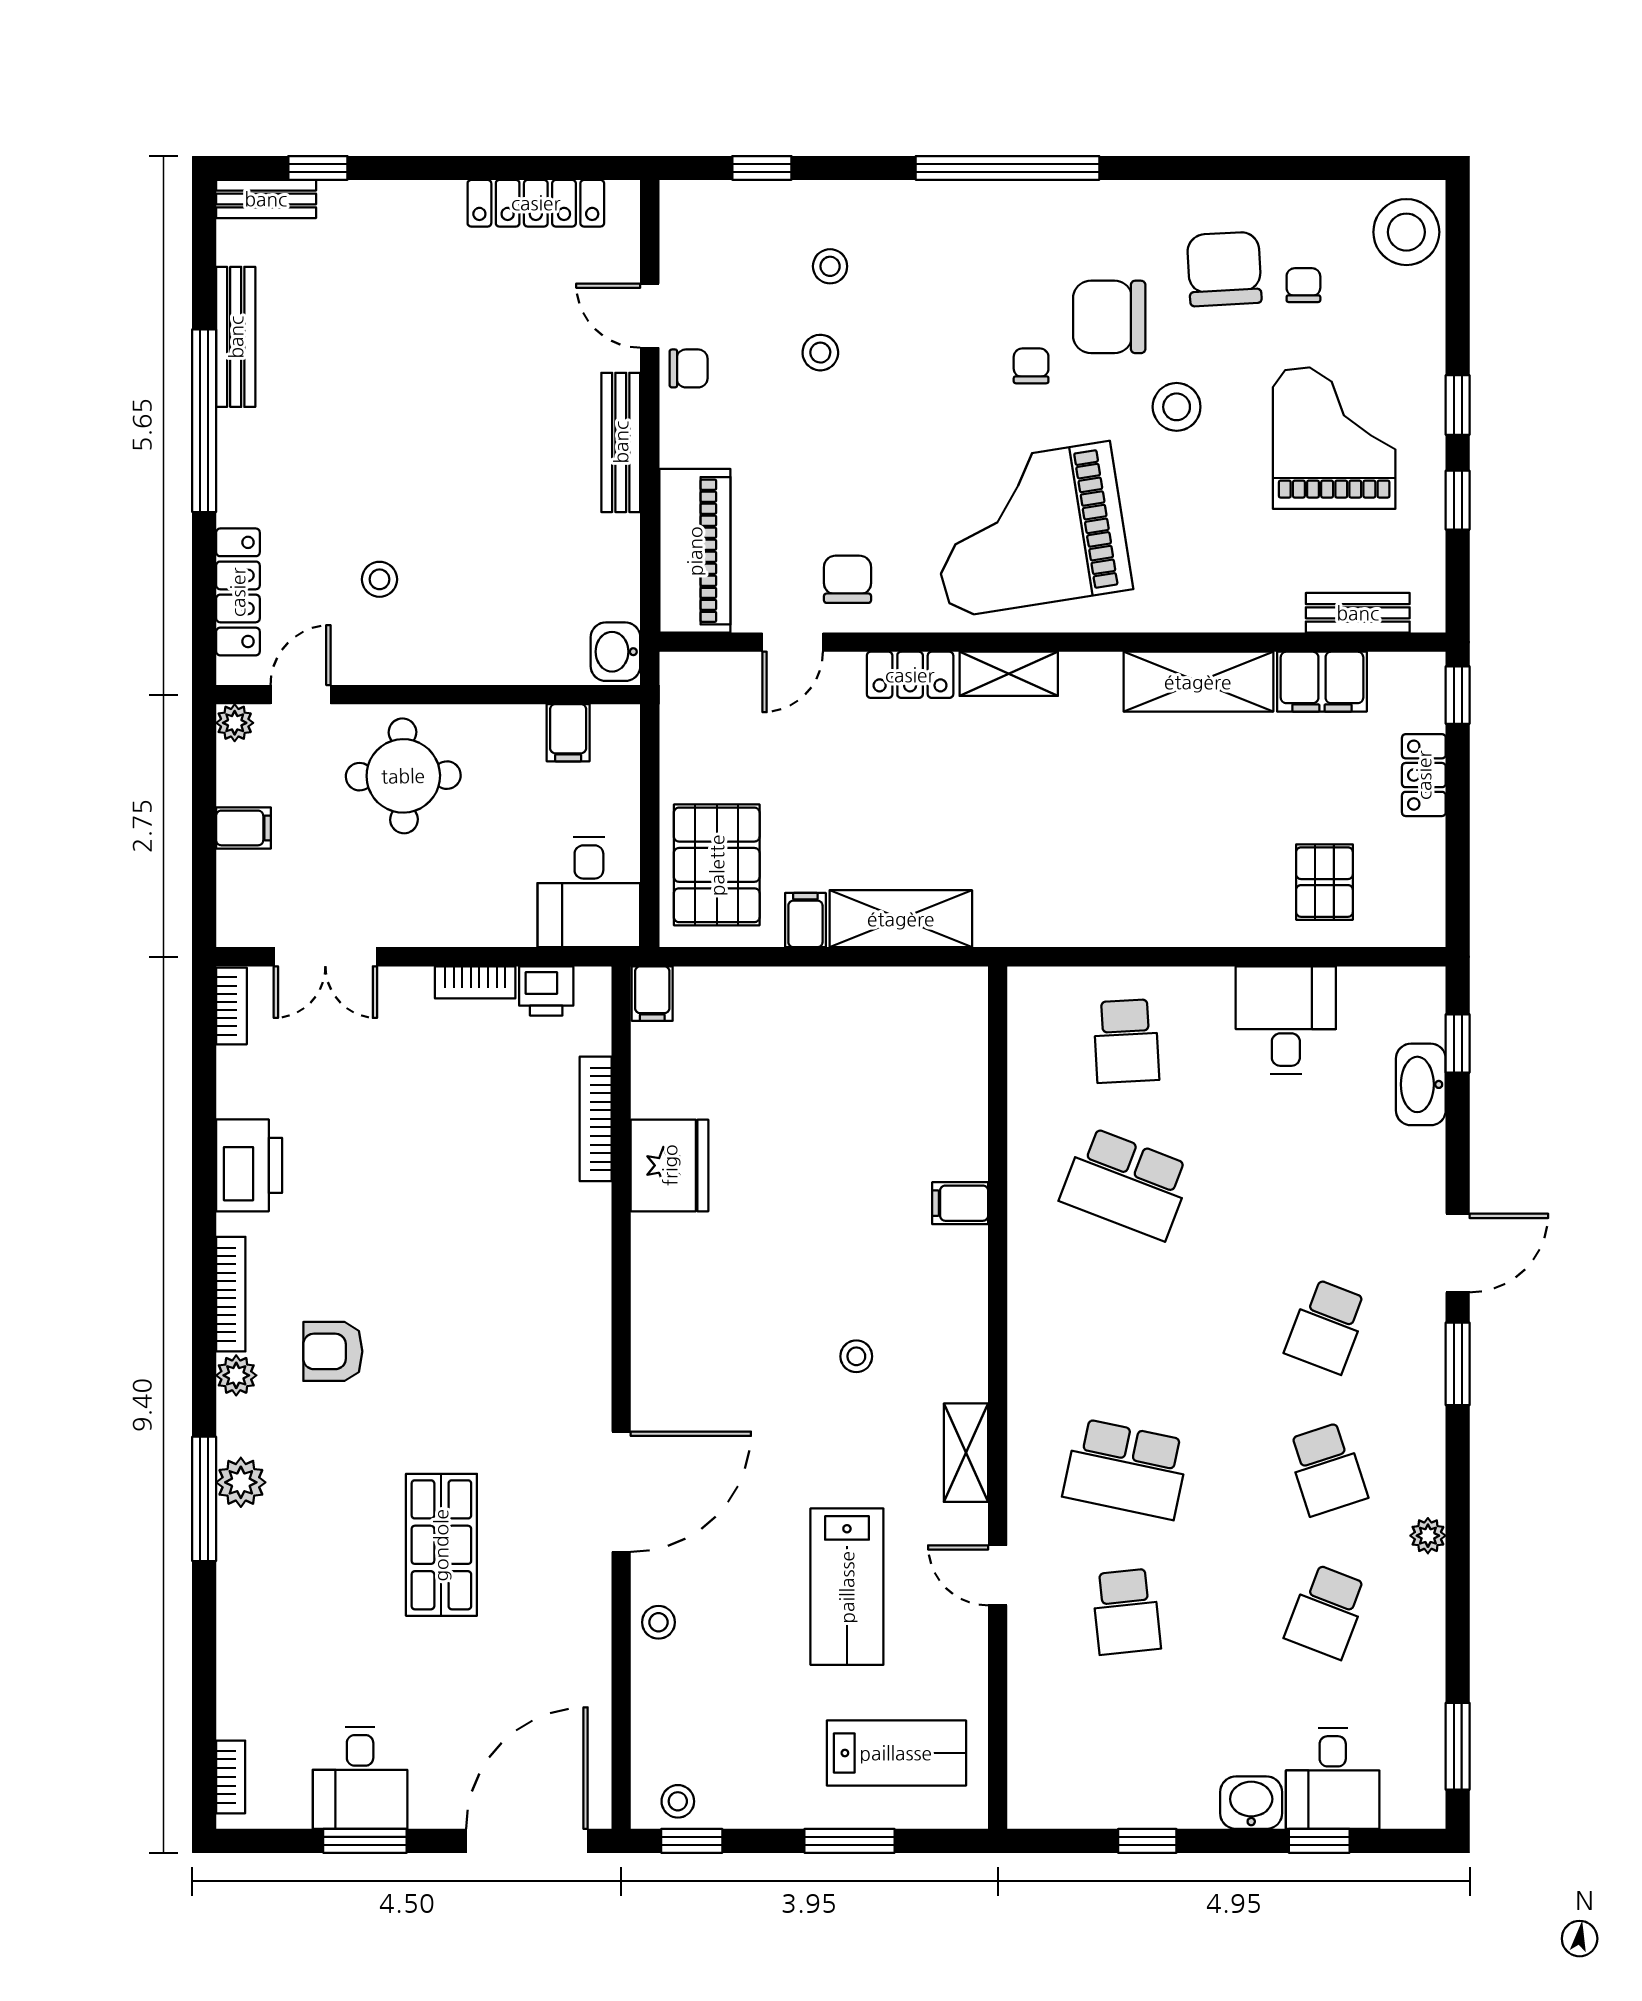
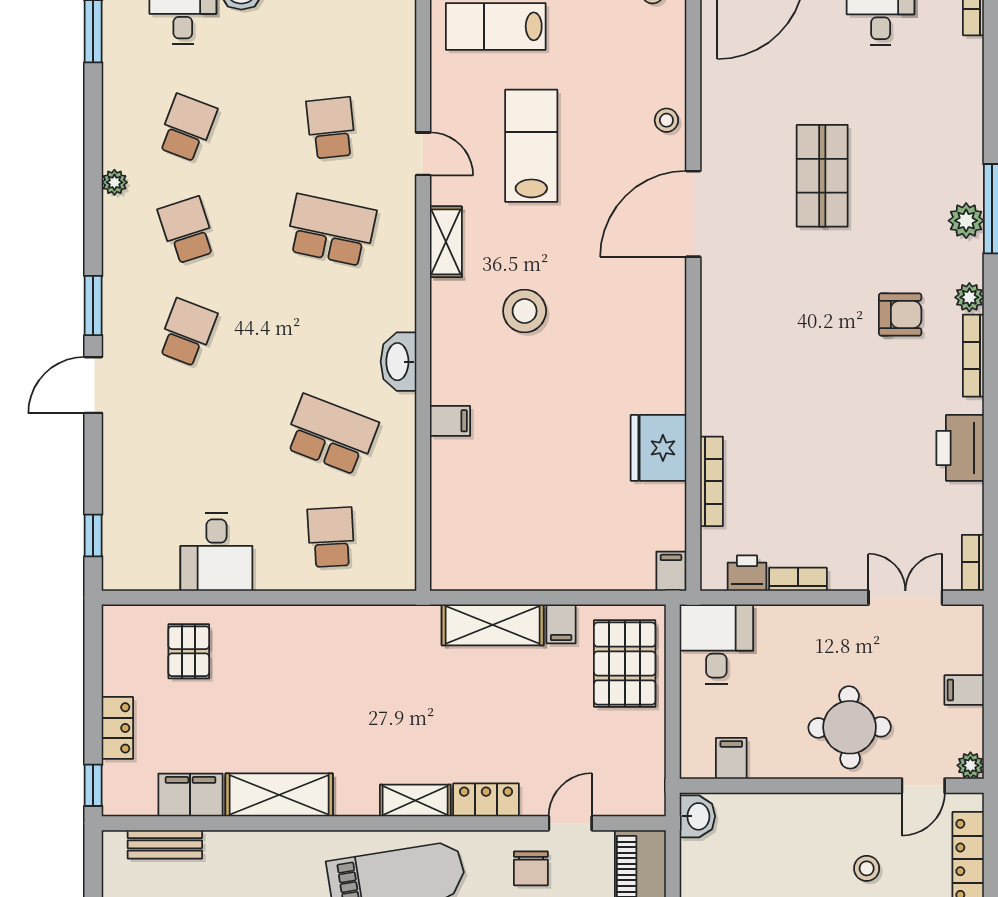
washbasin: (1421, 1084) -> (398, 362), moved, turned 180
stool: (856, 1356) -> (525, 311), width x1.89, depth x1.89

